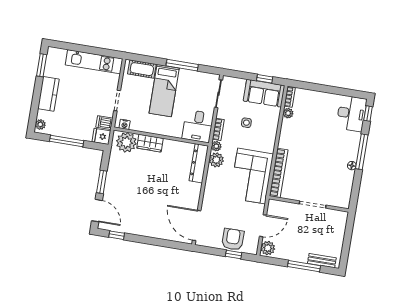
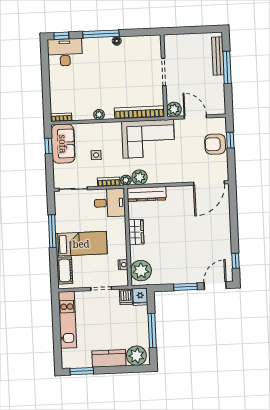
plant: (288, 113) -> (99, 115), moved
plant: (40, 124) -> (136, 356), width x1.88, depth x1.88
nightstand: (125, 124) -> (123, 265), moved
wardrobe: (150, 143) -> (136, 232), moved
plant: (268, 248) -> (174, 109), moved
bench: (322, 261) -> (218, 56), width x1.36

